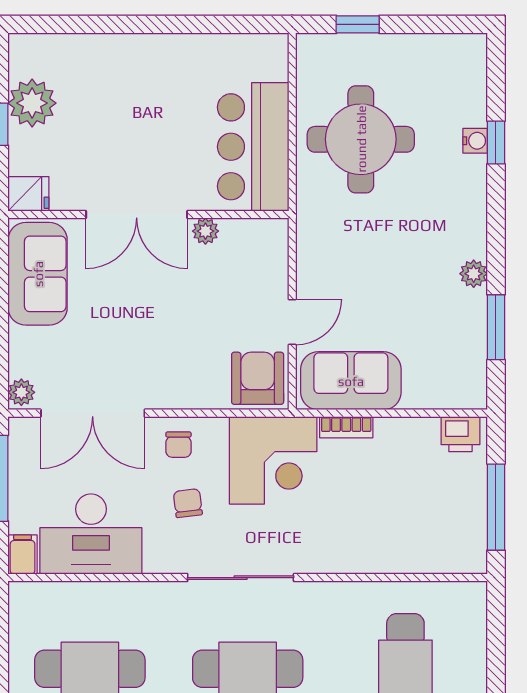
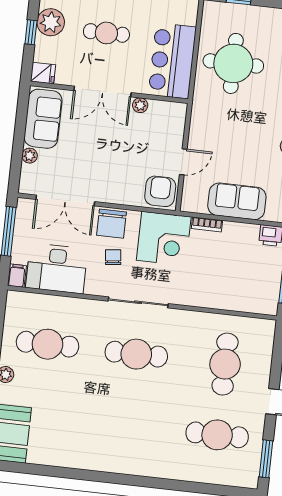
cafe table: (132, 111) -> (106, 33), added
sofa: (351, 381) -> (237, 201), moved
plant: (21, 392) -> (30, 156), moved
chair: (178, 445) -> (112, 224), width x1.87, depth x1.87

